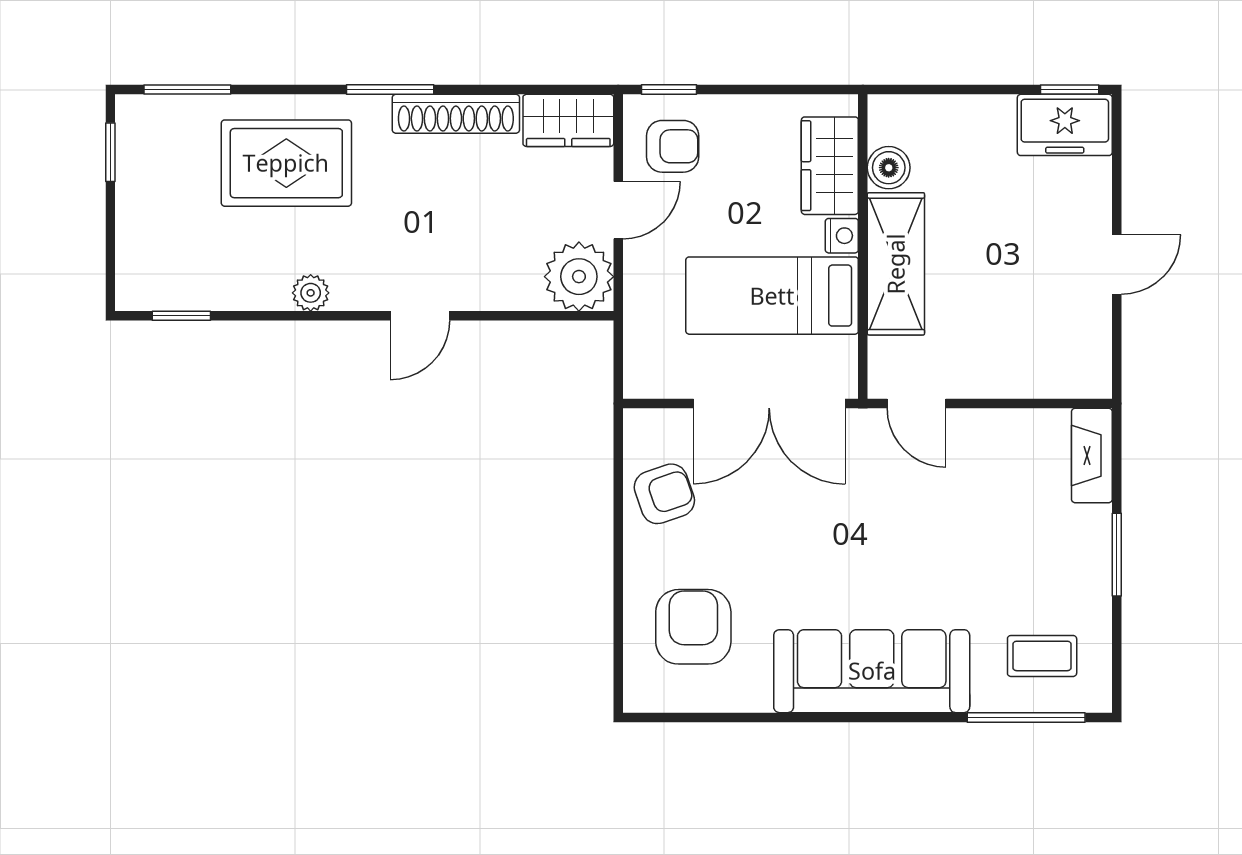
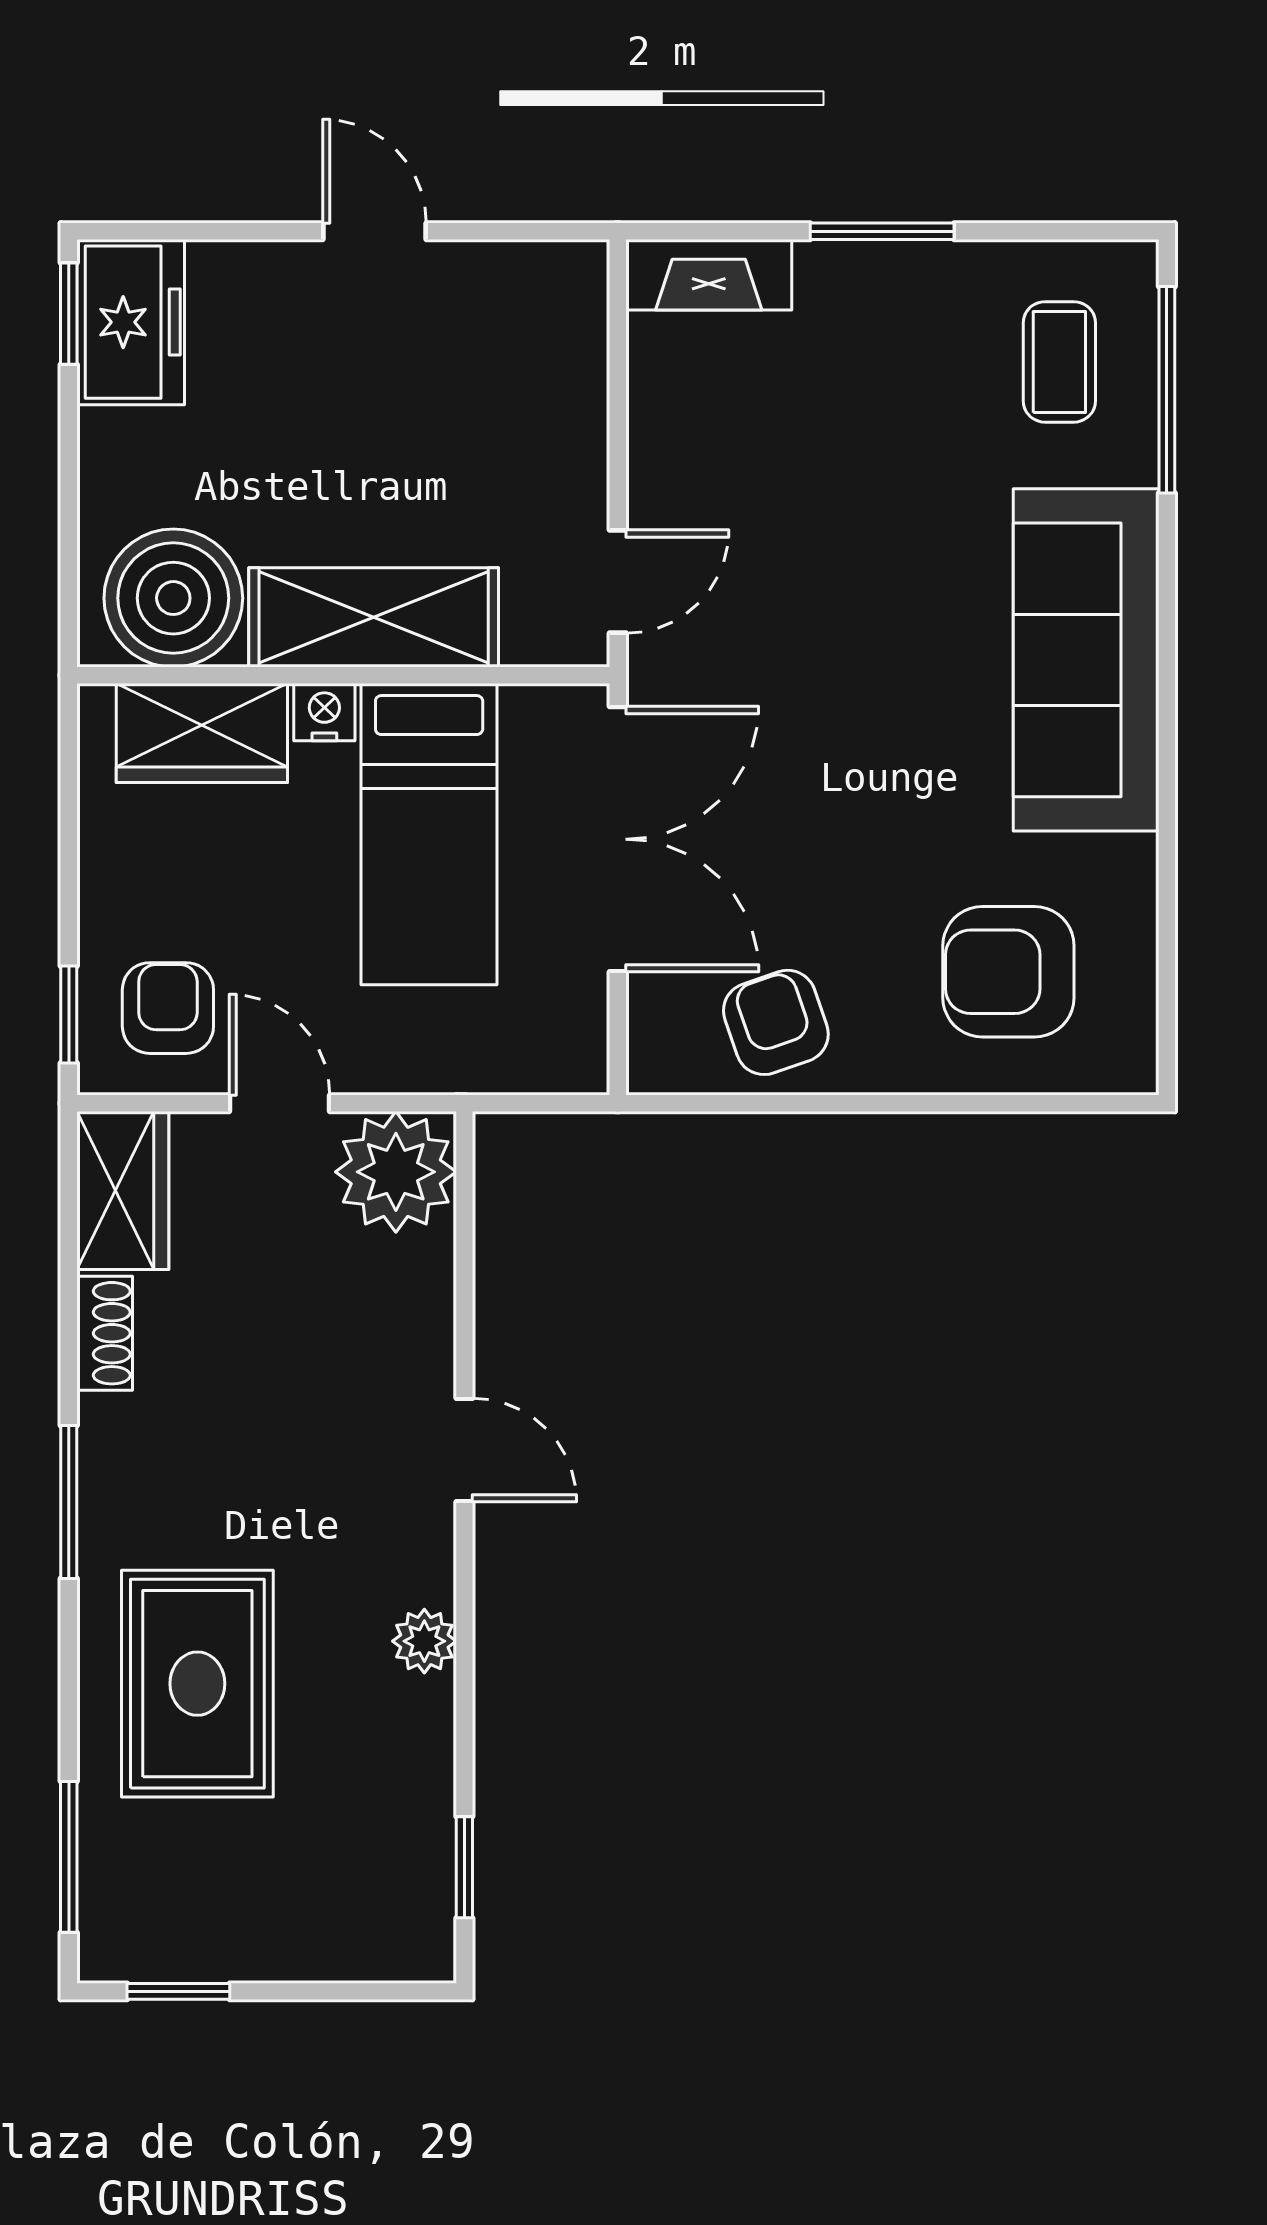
shoe rack: (456, 114) -> (105, 1333), width x0.51, depth x0.81
boiler: (889, 168) -> (173, 598), width x1.86, depth x1.86

